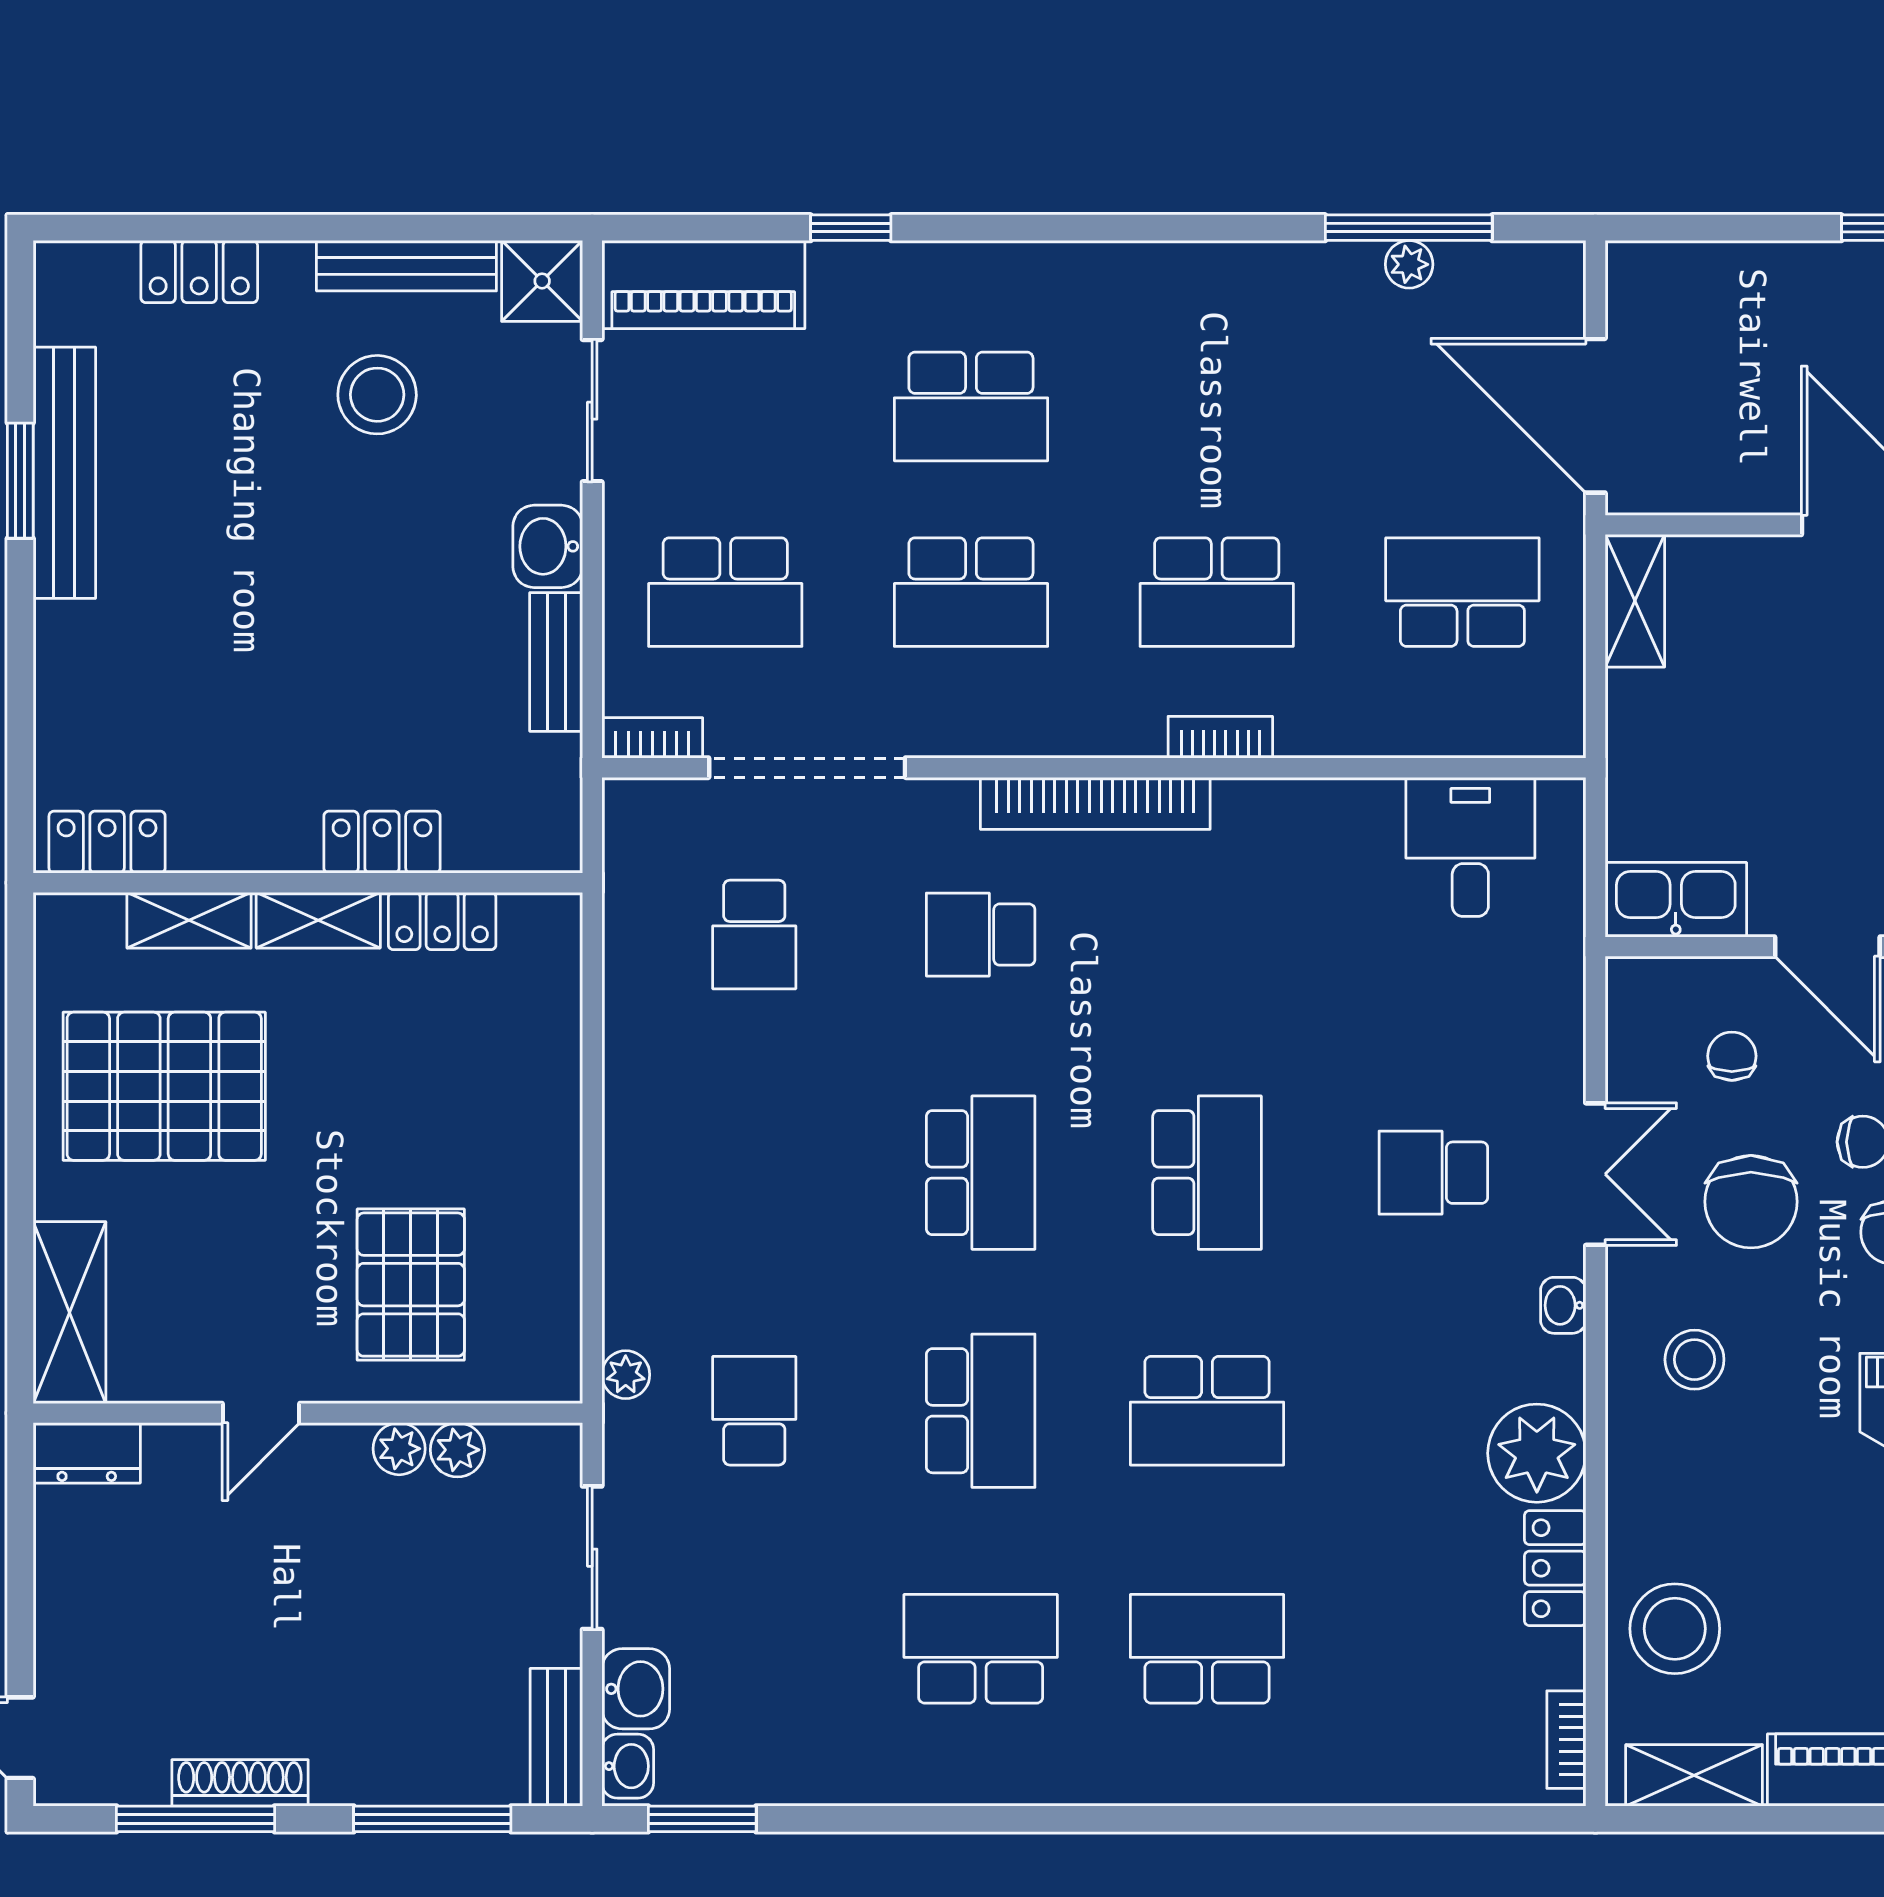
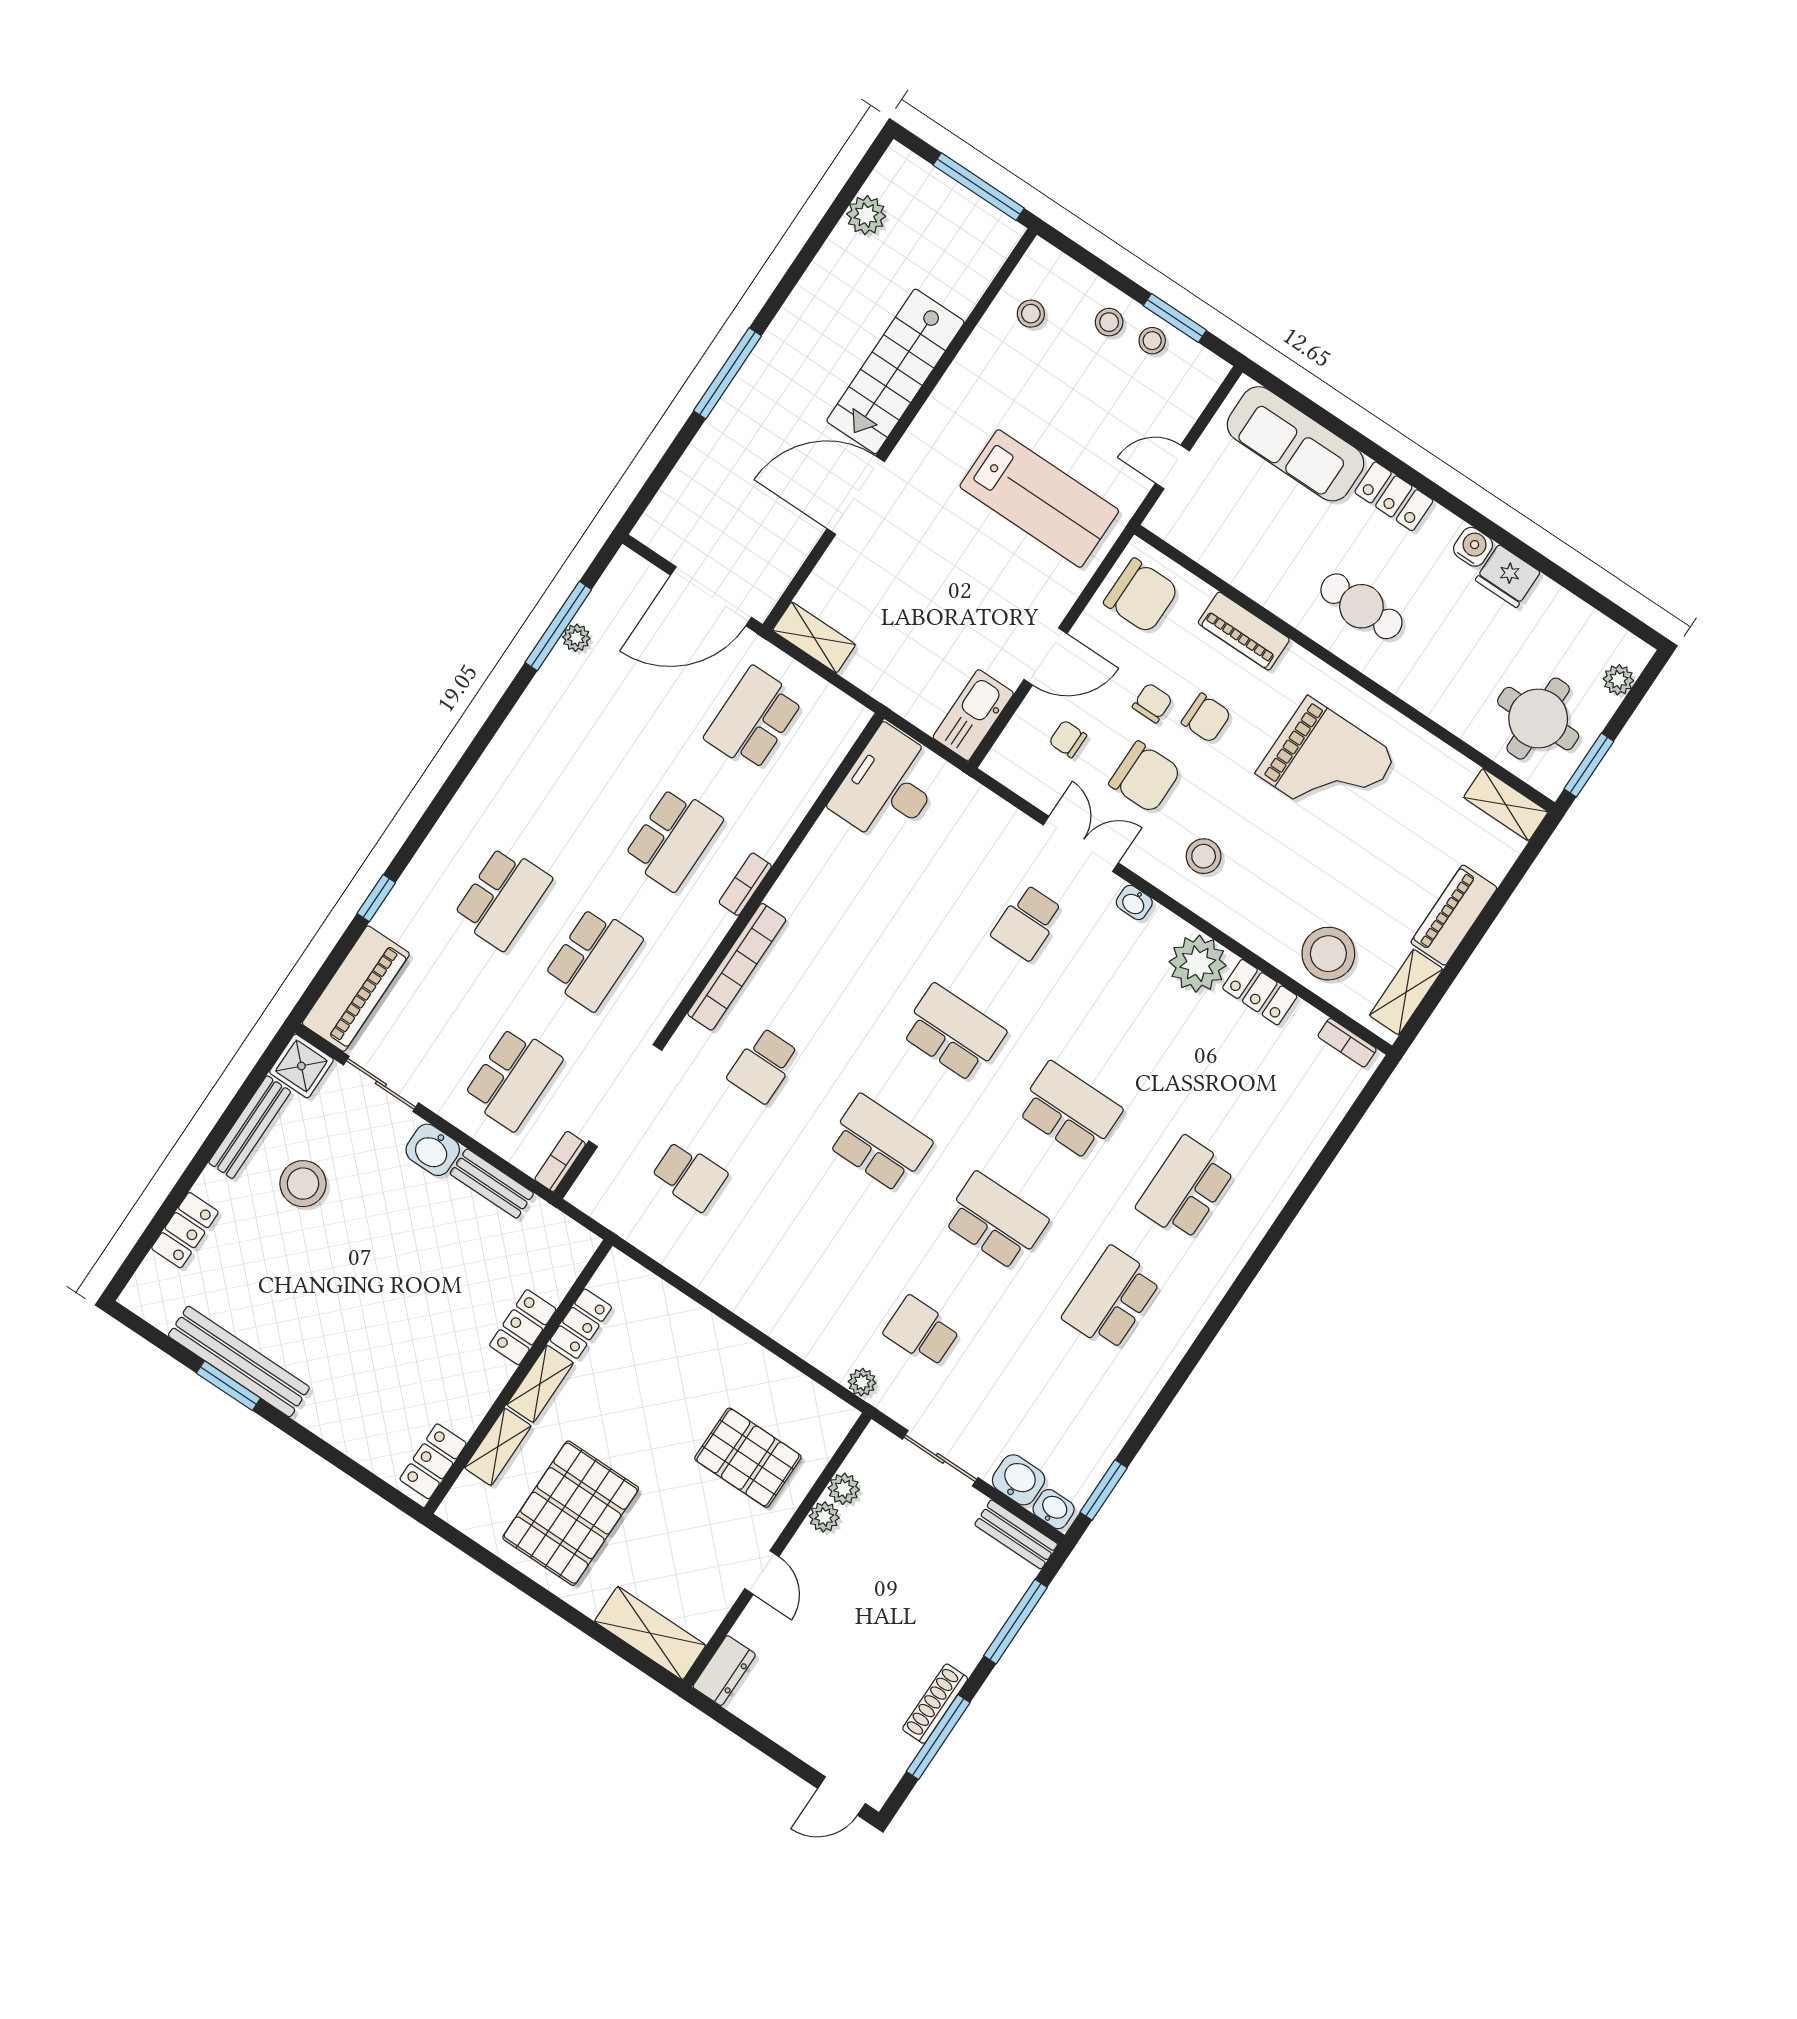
desk: (1470, 847) -> (888, 786), width x1.37
school desk: (1207, 1411) -> (1069, 1111), turned -90

